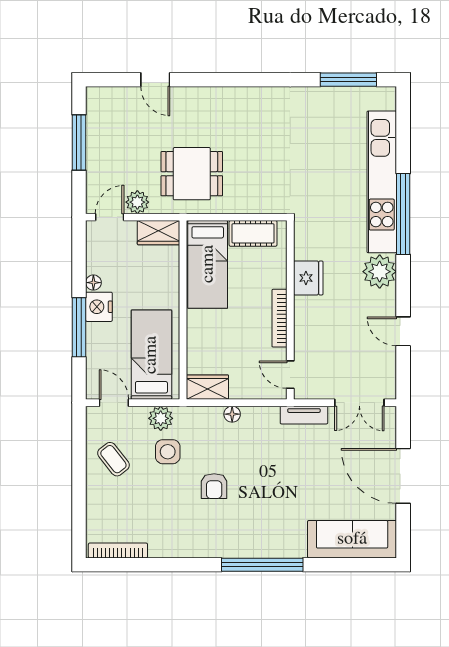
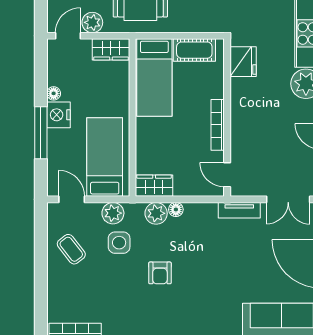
fridge: (308, 278) -> (243, 62), moved
plant: (210, 419) -> (156, 213), added

